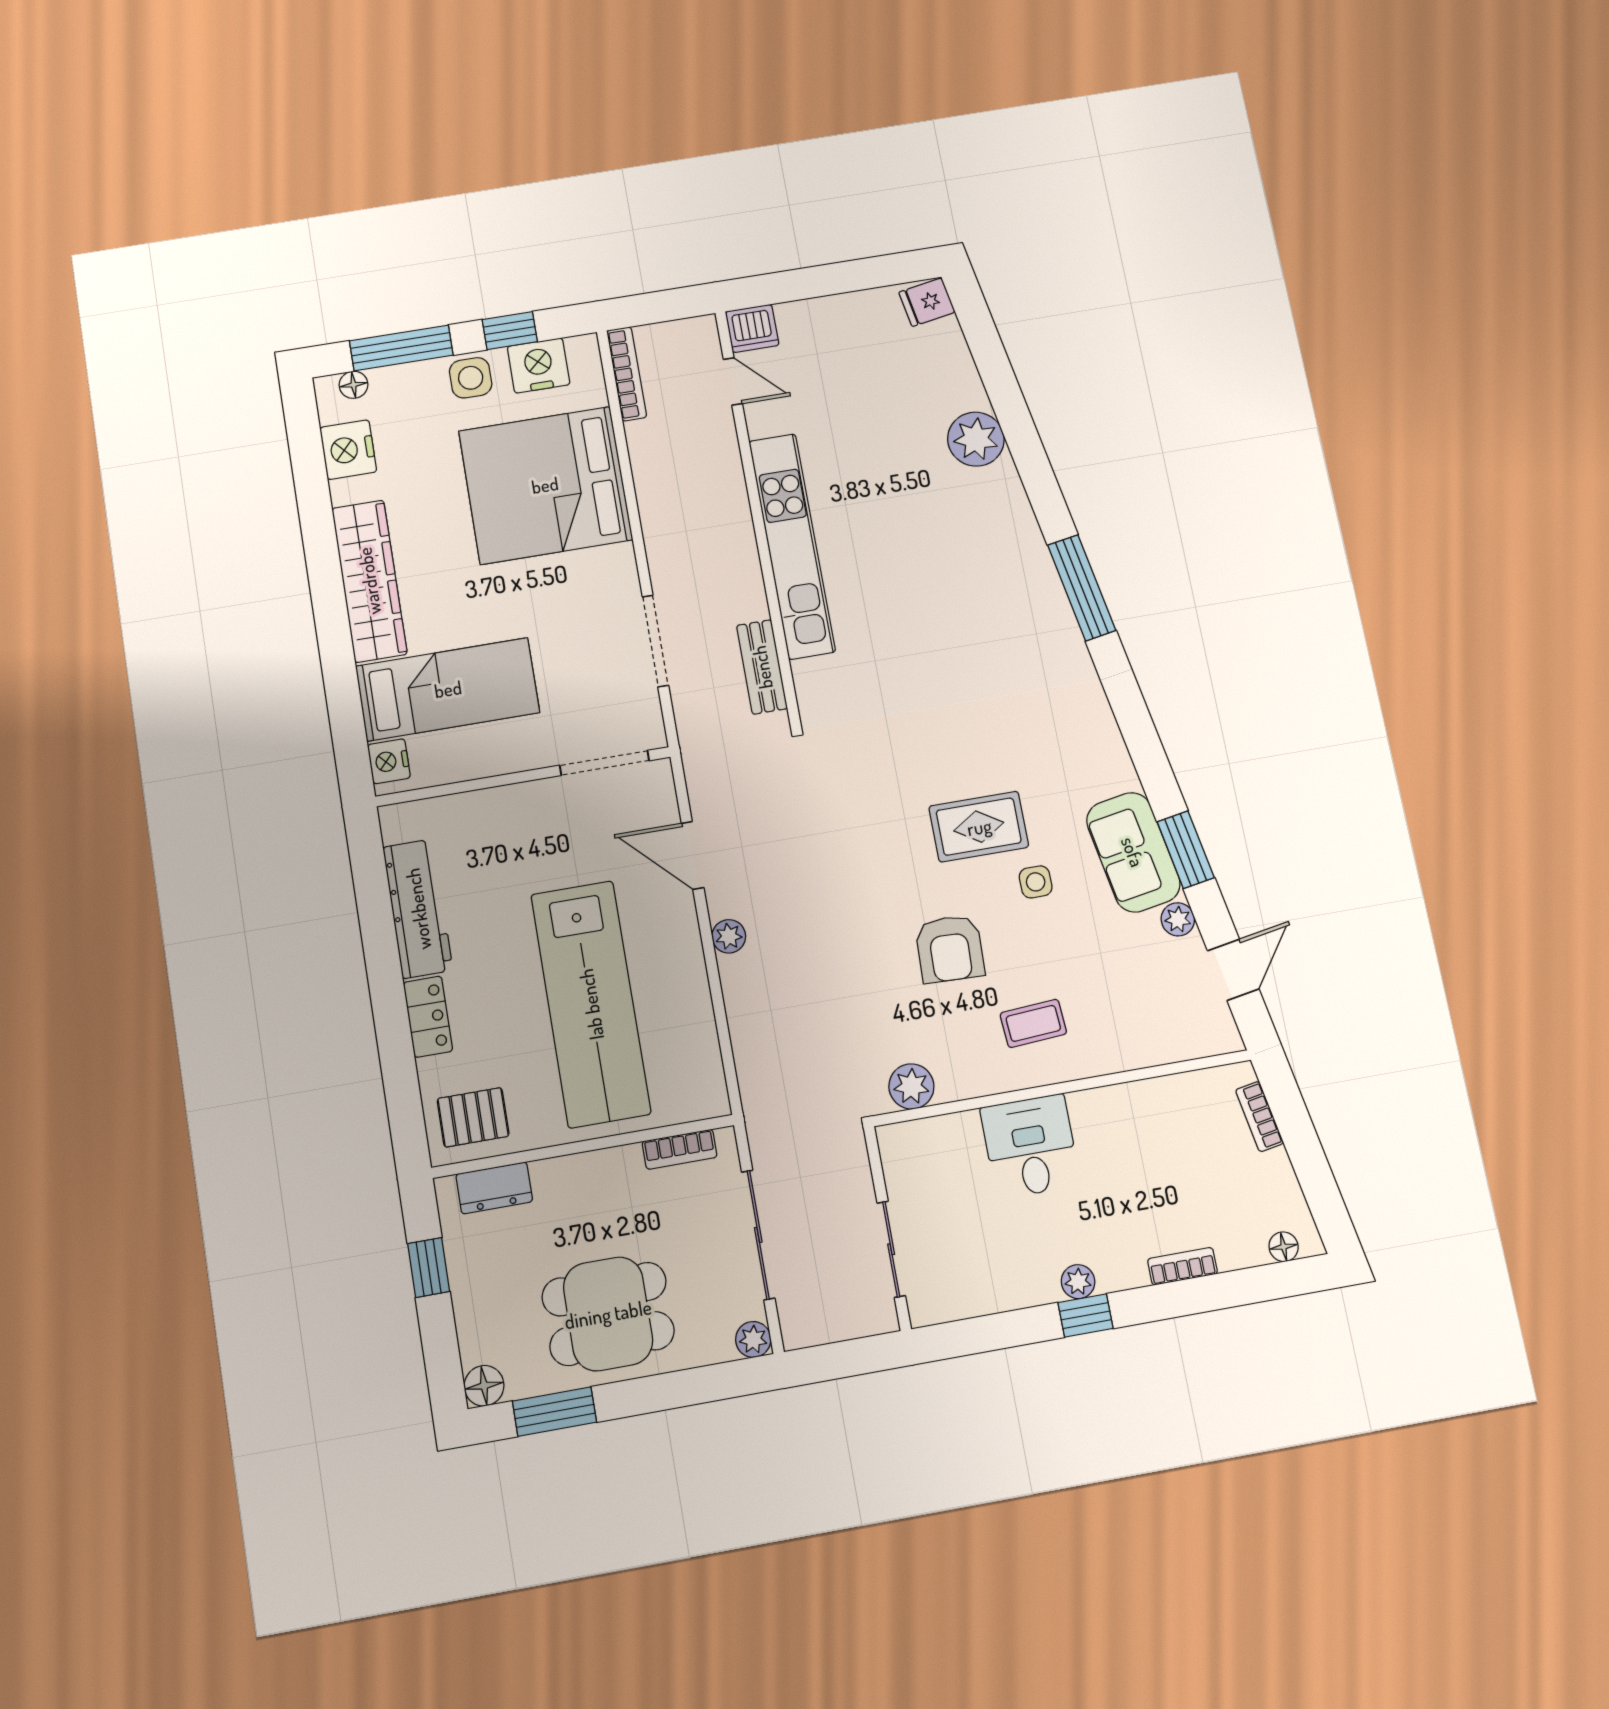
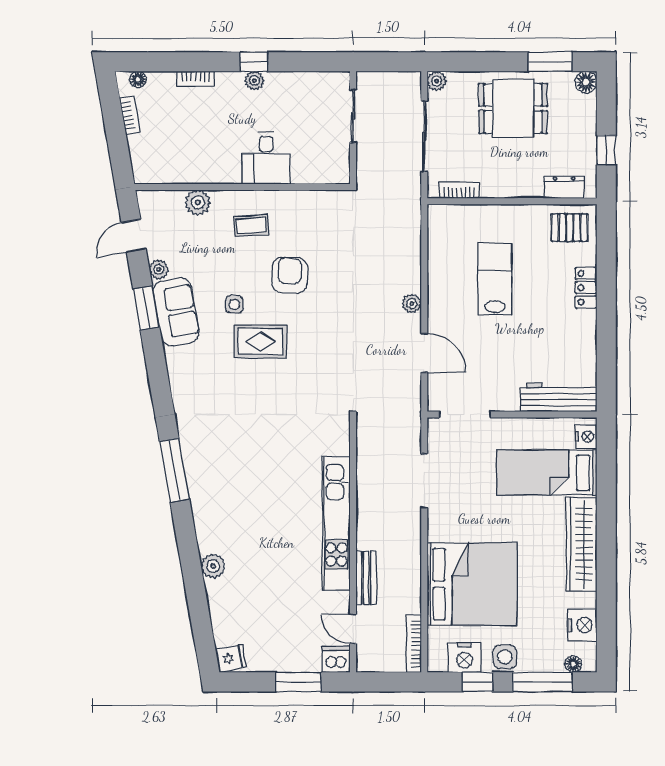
window: (808, 283) -> (298, 682), added
plant: (976, 439) -> (213, 566), width x0.73, depth x0.73
bench: (762, 667) -> (366, 578), moved
workbench: (418, 909) -> (558, 397), moved, turned 90
lab bench: (591, 1004) -> (495, 279), width x0.54, depth x0.72
plant: (911, 1086) -> (198, 202), moved
bookcase: (1259, 1117) -> (130, 115), moved

